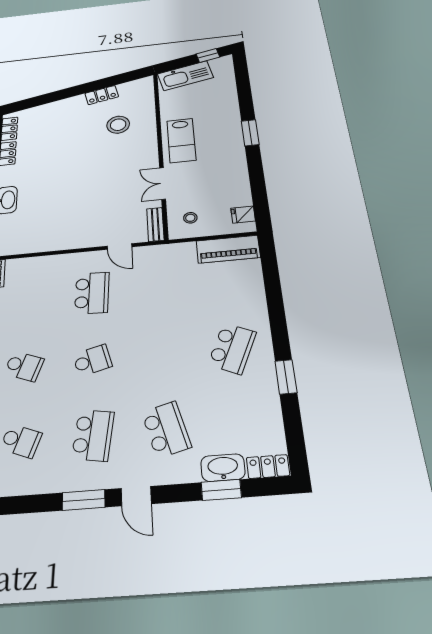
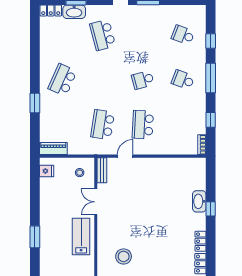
double door: (163, 183) -> (96, 202), swing flipped
door: (119, 246) -> (125, 156), hinge flipped
piano: (228, 249) -> (53, 149), width x0.73, depth x0.75
window: (286, 377) -> (35, 103), moved
school desk: (93, 435) -> (103, 125), moved

